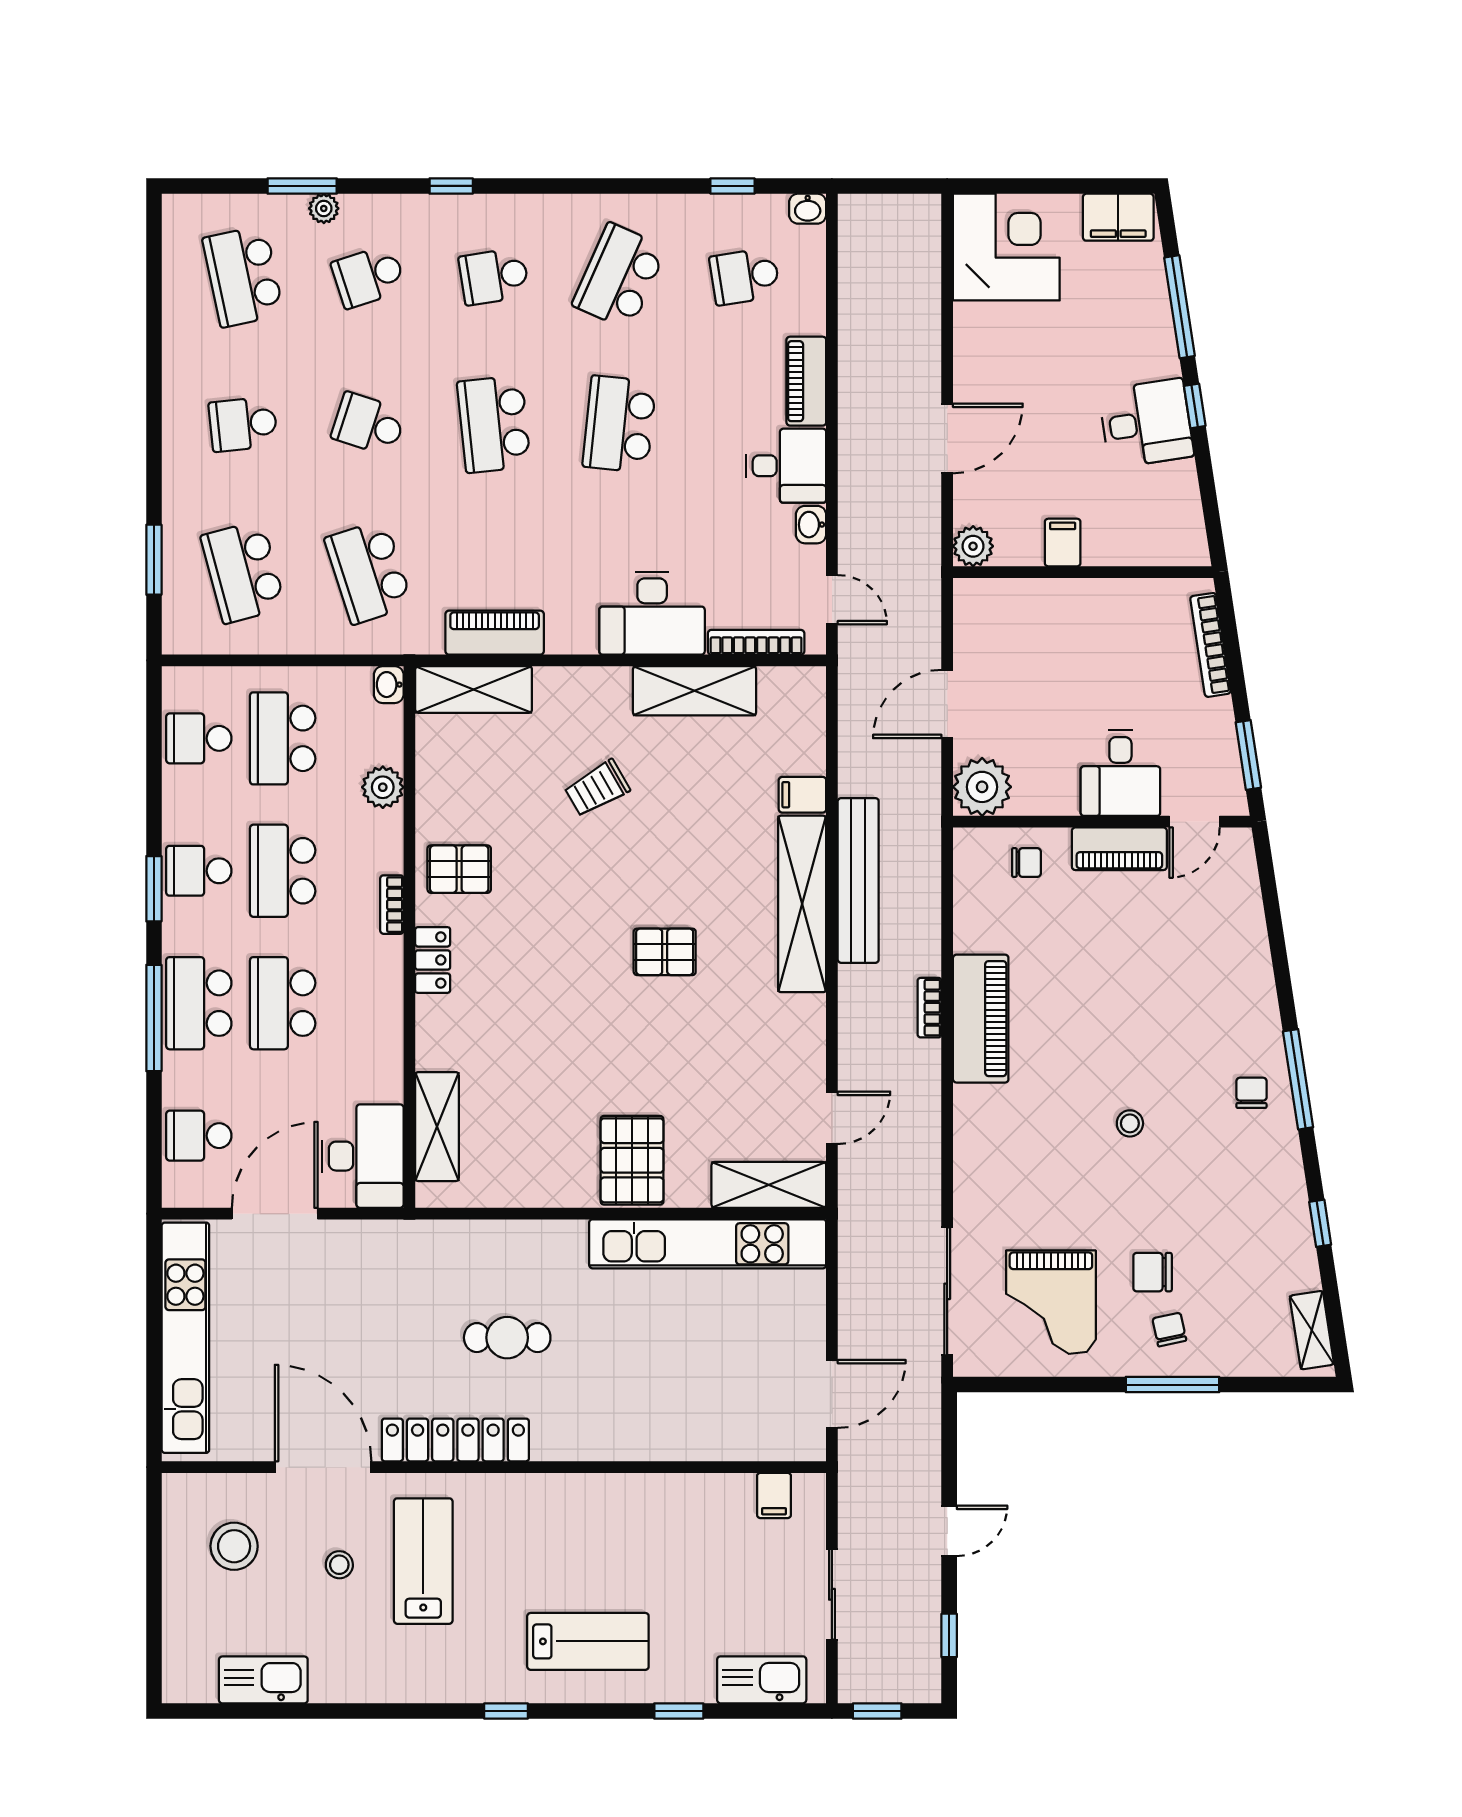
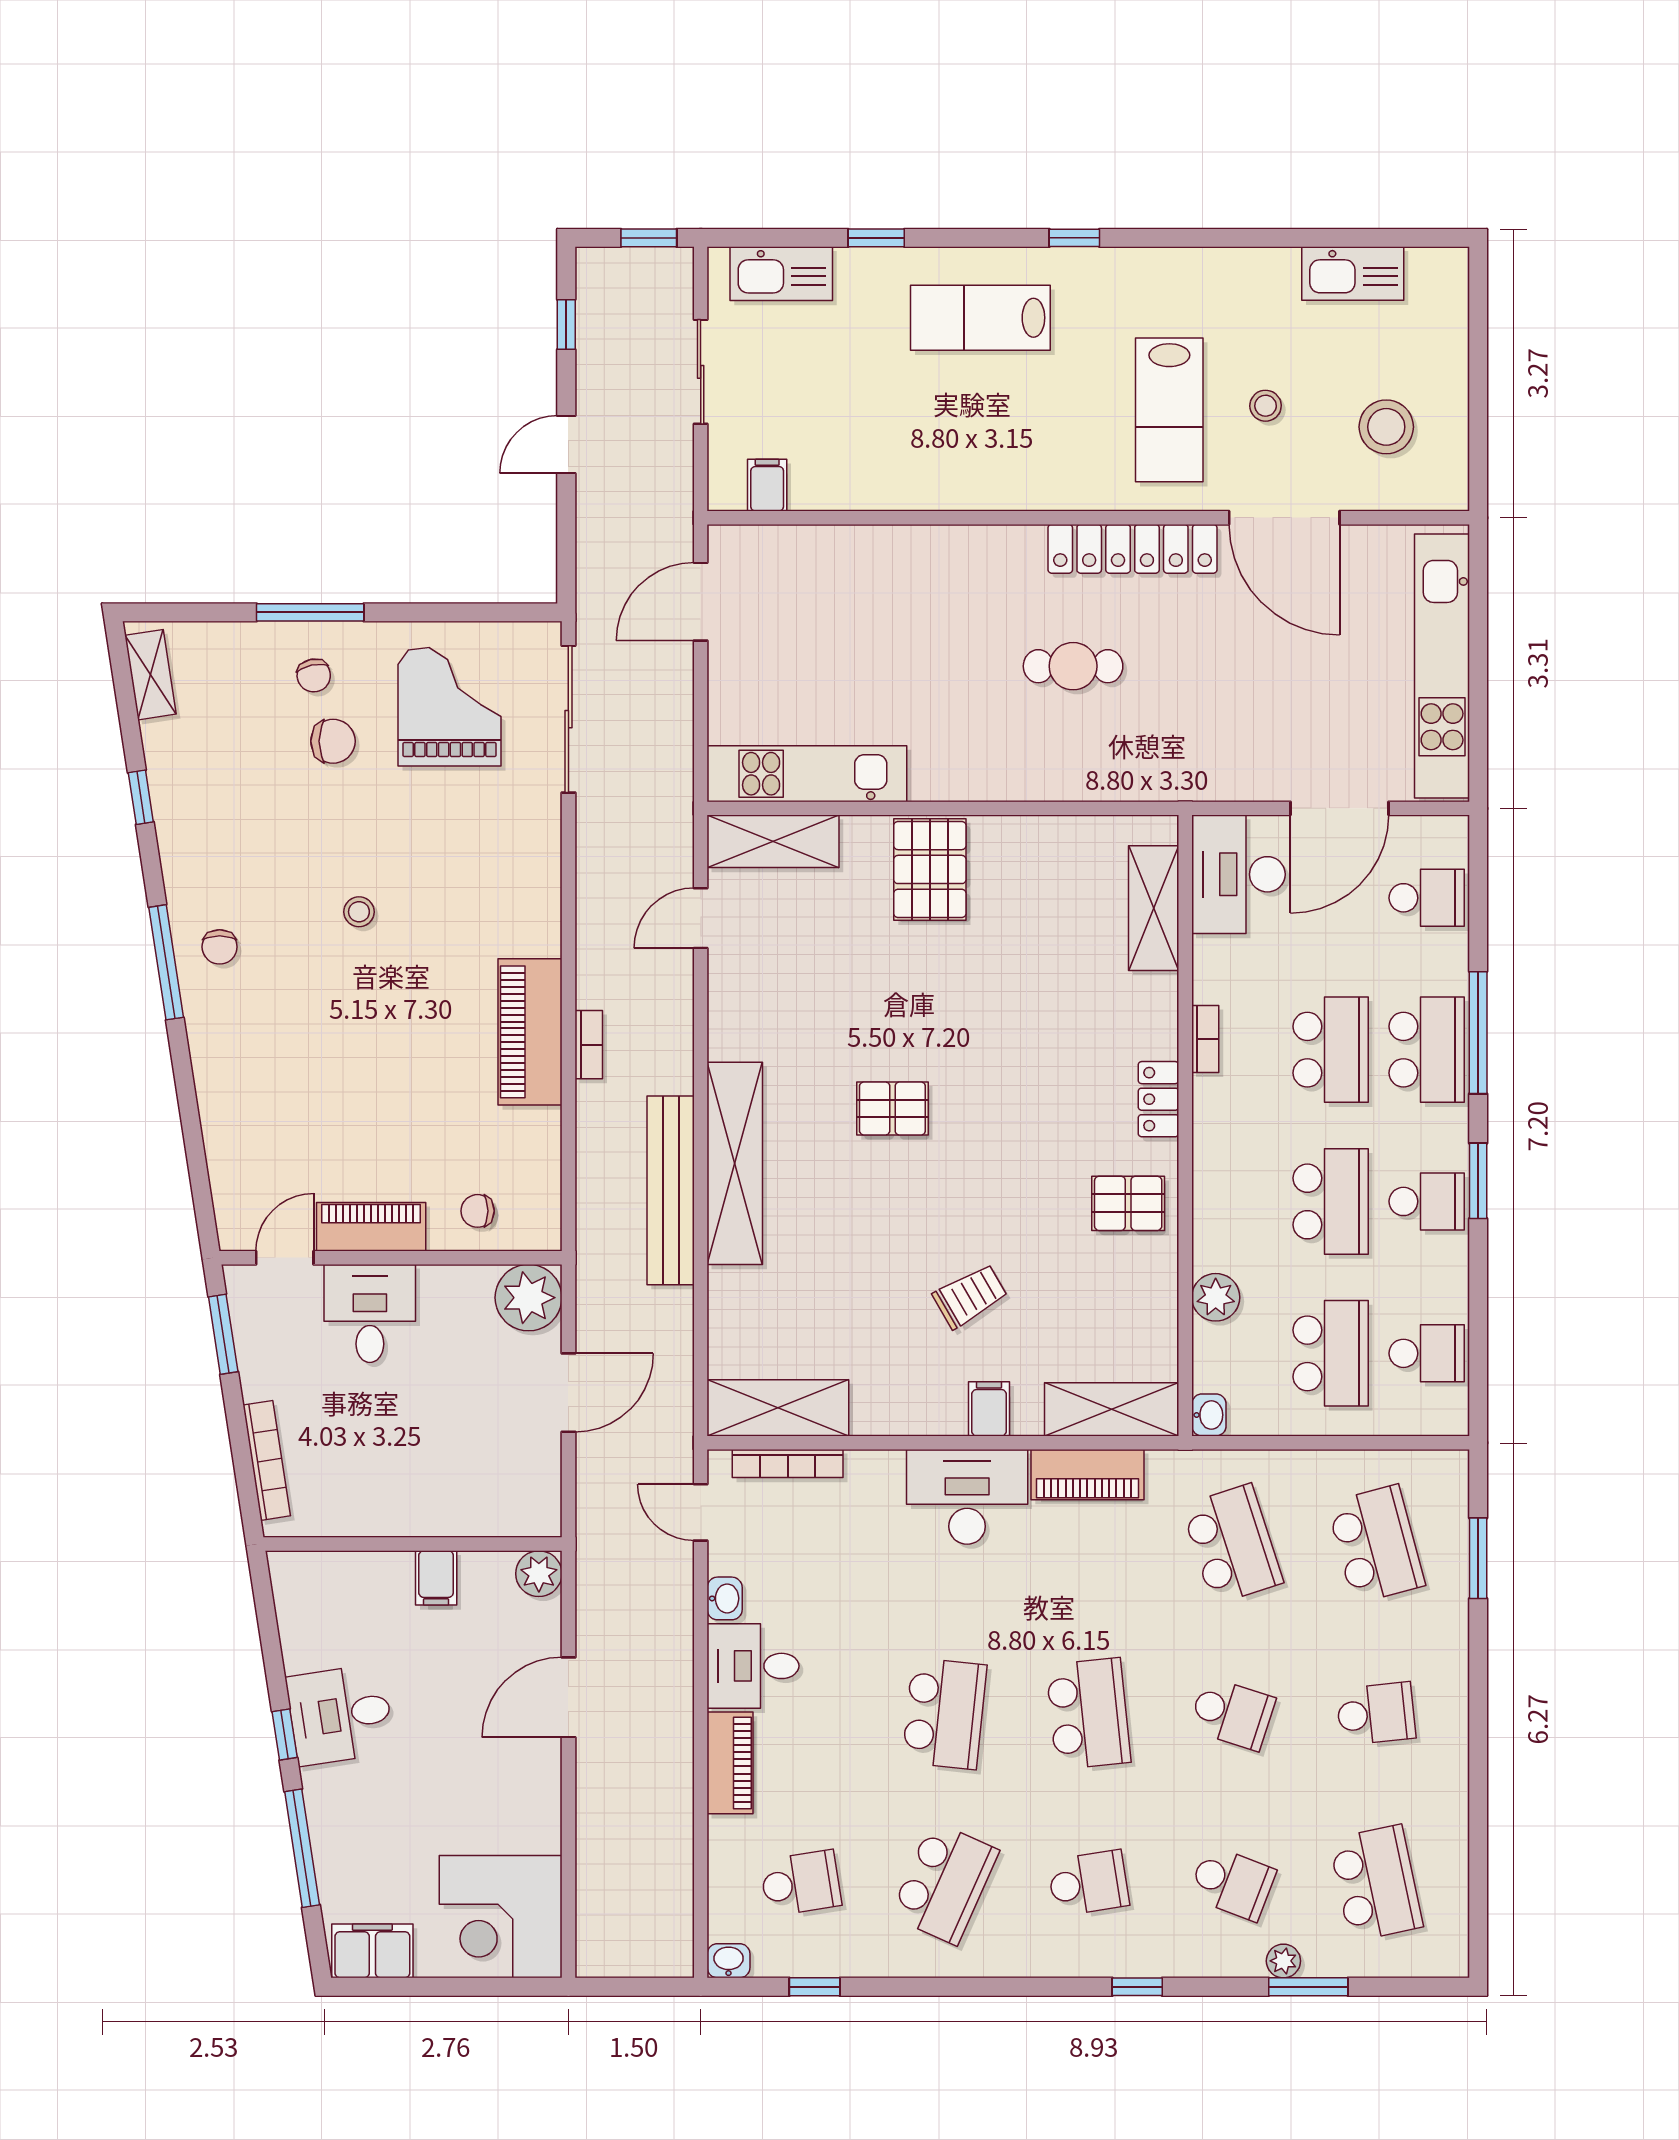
school desk: (368, 276) -> (1232, 1883), turned 39
desk: (652, 613) -> (967, 1497), moved
shelving: (695, 691) -> (778, 1408), moved
filing cabinet: (802, 795) -> (989, 1409), moved, turned -90
bookcase: (392, 905) -> (1205, 1039), moved
kitchen unit: (708, 1244) -> (807, 774), width x0.73

